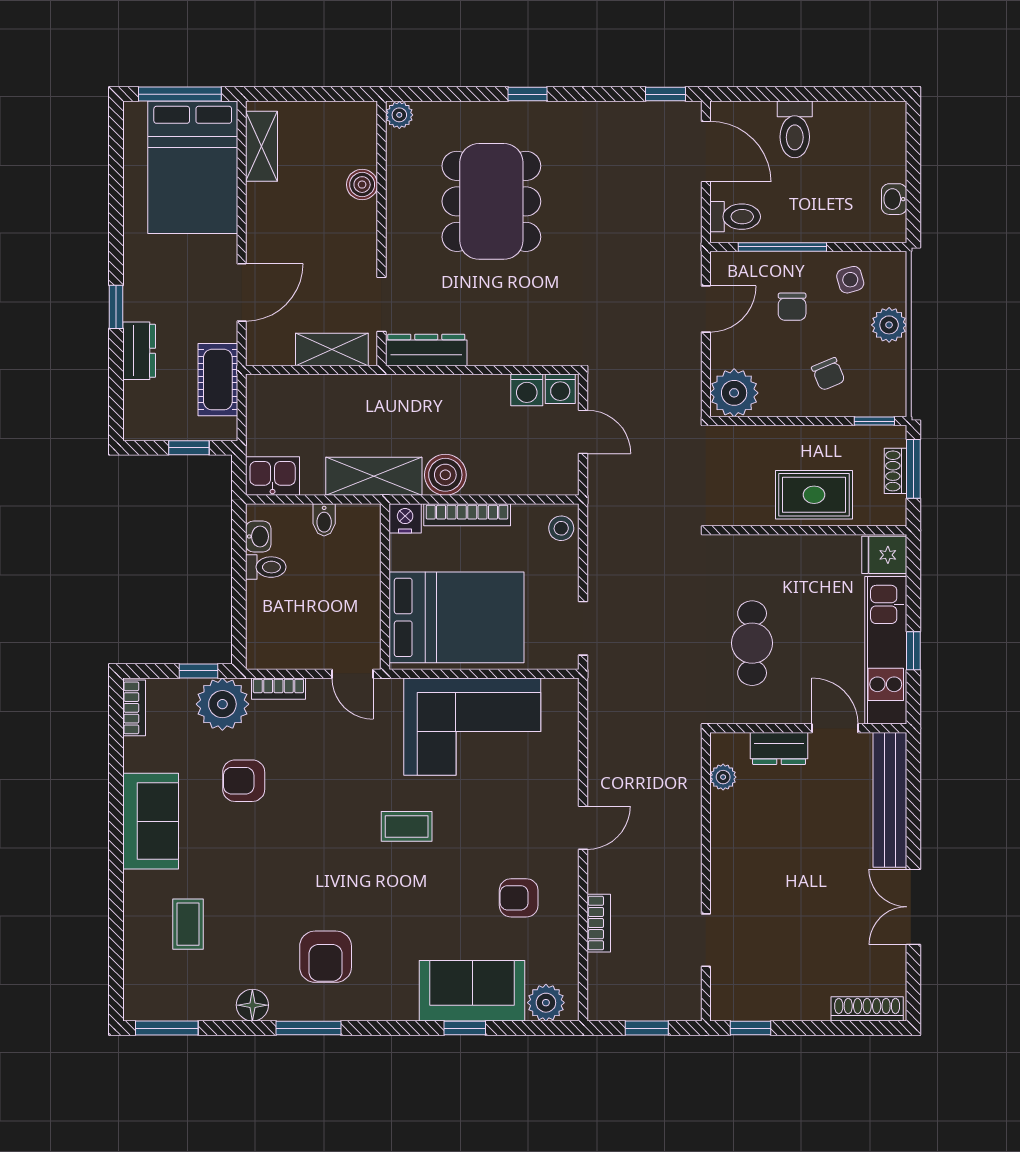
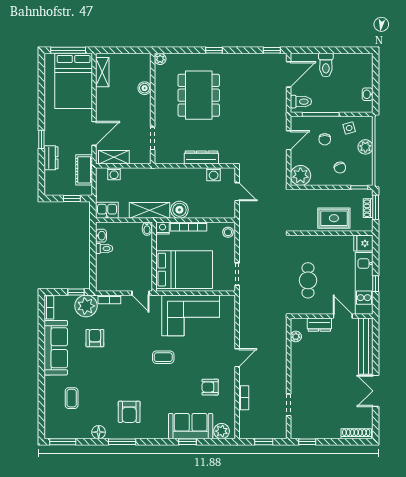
door: (706, 152) -> (289, 74), hinge flipped
shelving: (332, 349) -> (114, 157), moved
dresser: (426, 350) -> (201, 157), moved
washing machine: (560, 389) -> (114, 174), moved
bidet: (324, 520) -> (147, 229), moved
armchair: (244, 781) -> (95, 338), turned 90
sofa: (151, 821) -> (56, 348), width x1.36

